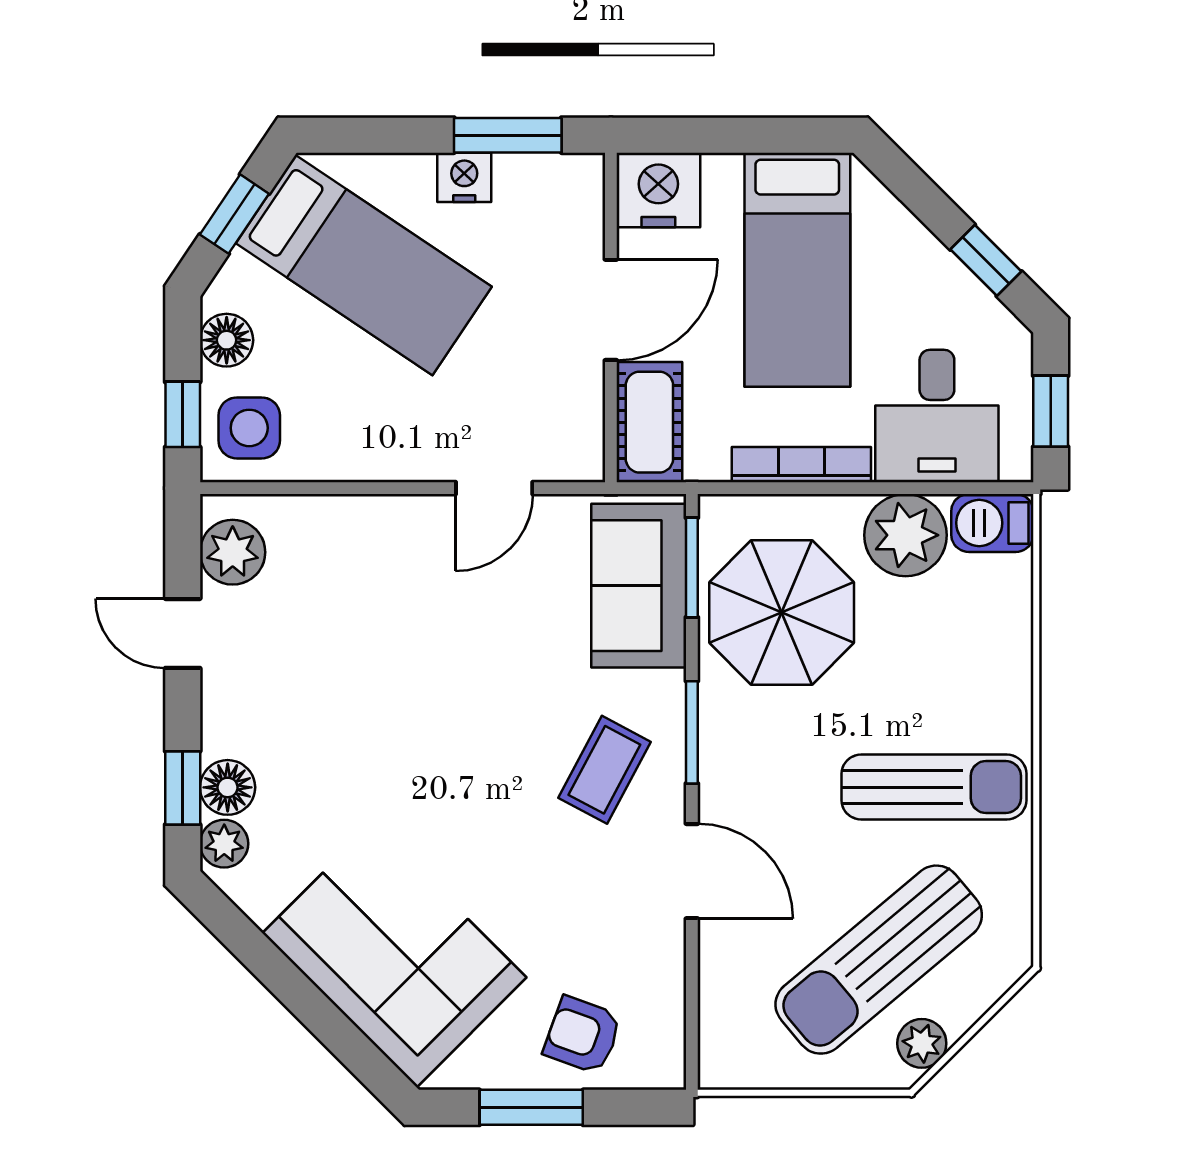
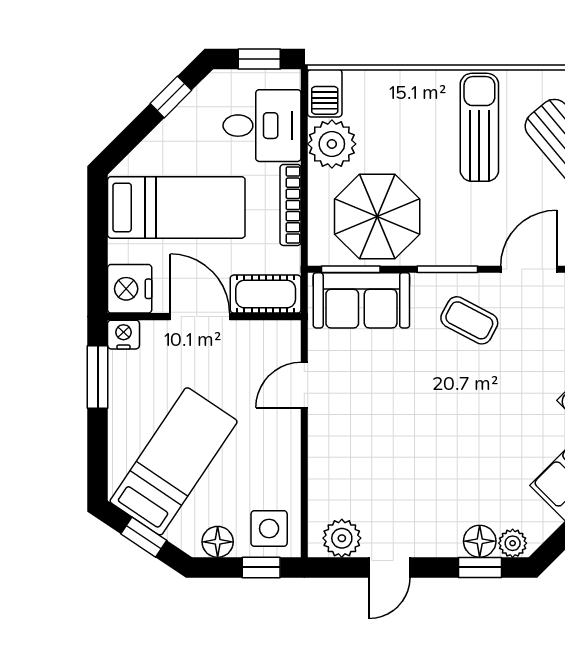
nightstand: (464, 177) -> (123, 335), moved, turned 90
door: (494, 488) -> (304, 385), swing flipped

